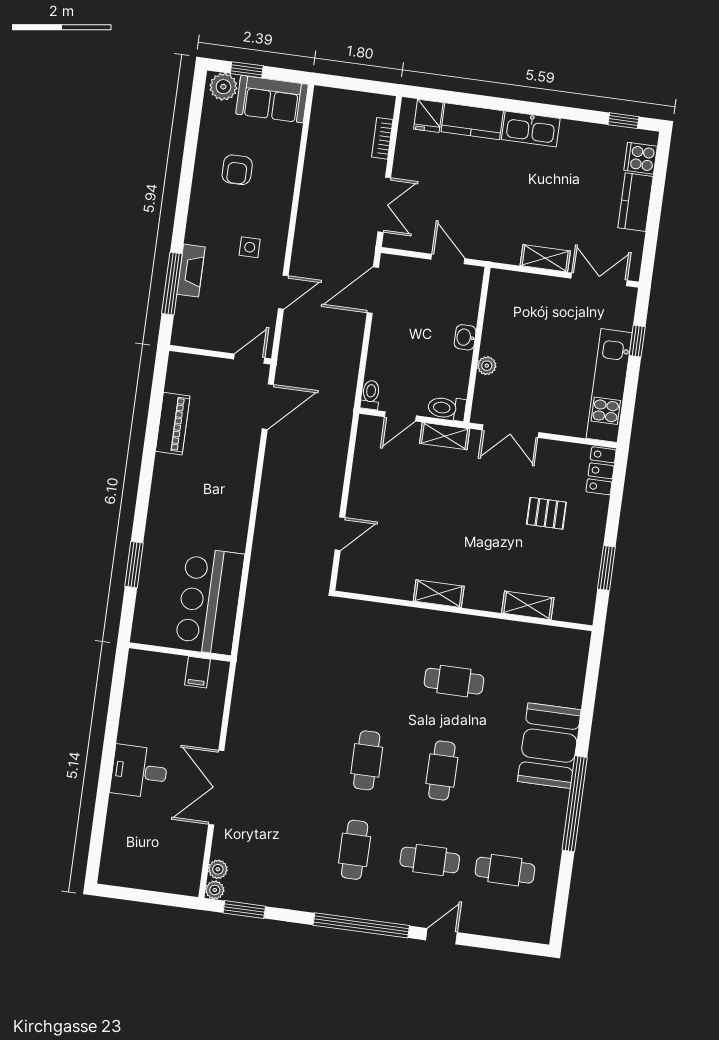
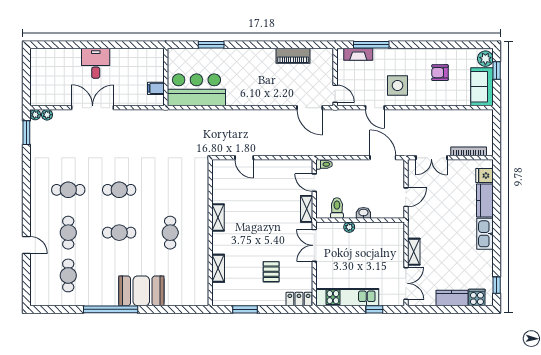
bookcase: (382, 138) -> (469, 151), width x1.56
side table: (250, 247) -> (398, 85), width x1.87, depth x1.87
fireplace: (191, 271) -> (358, 54), moved
toilet: (447, 408) -> (337, 208), moved
window: (361, 925) -> (26, 199), removed

